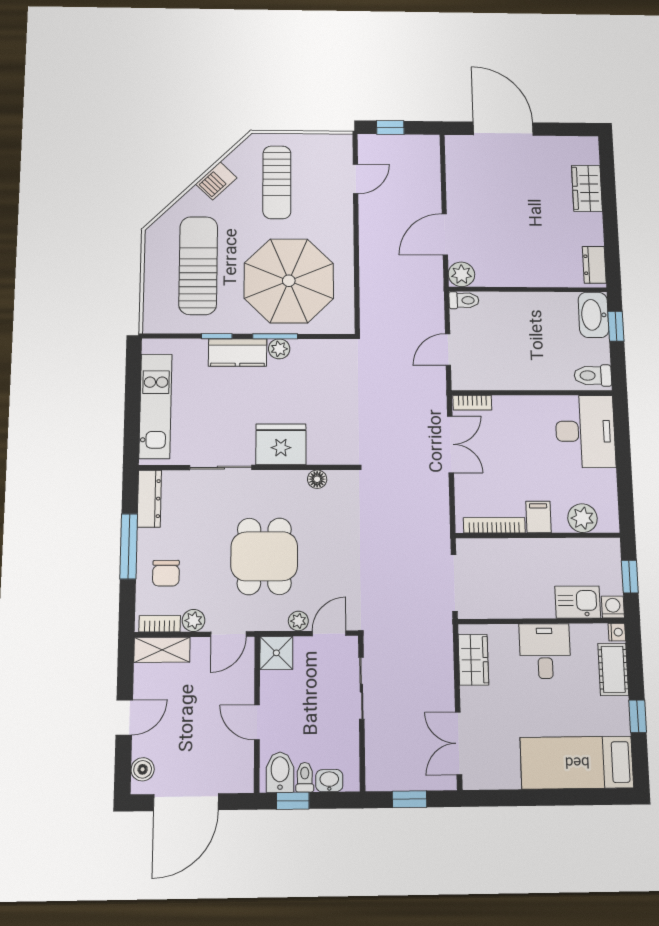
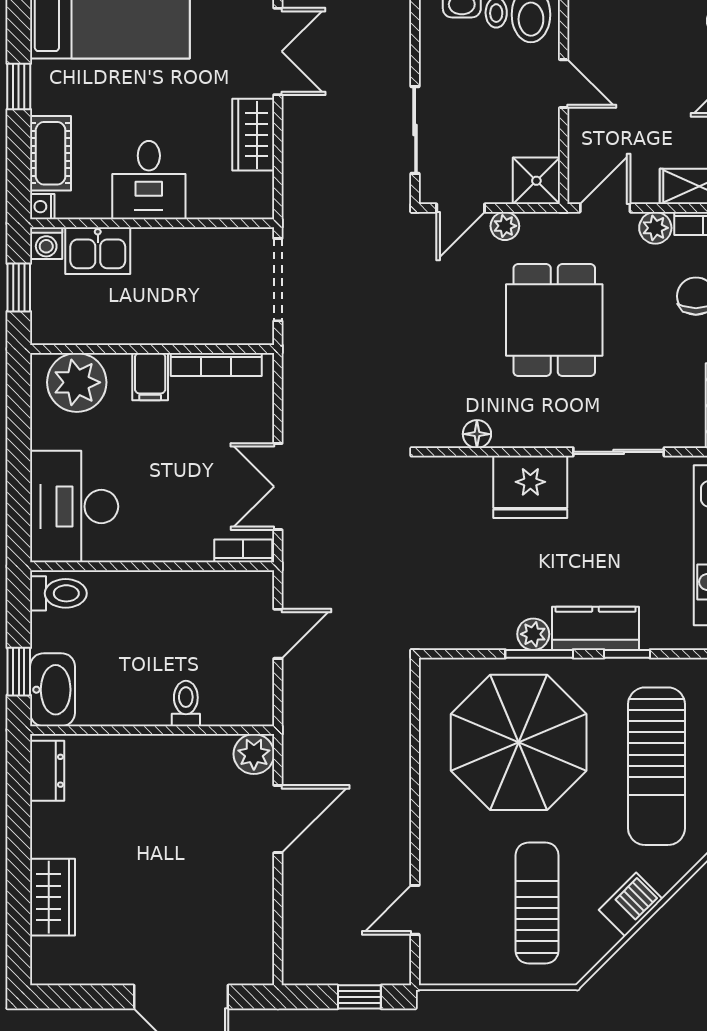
toilet: (464, 300) -> (186, 703), moved, turned 90
plant: (582, 518) -> (77, 382), width x1.36, depth x1.36
wardrobe: (473, 660) -> (253, 135), moved

